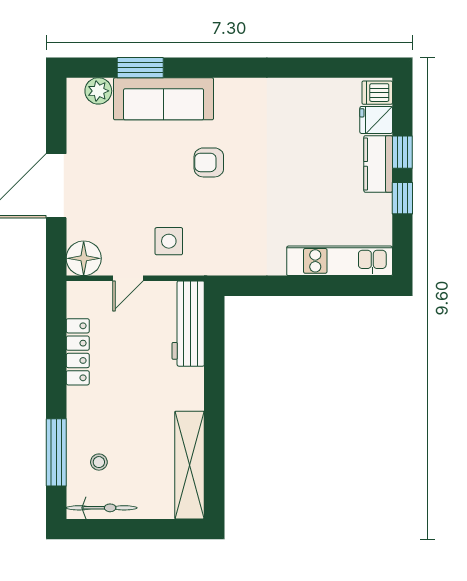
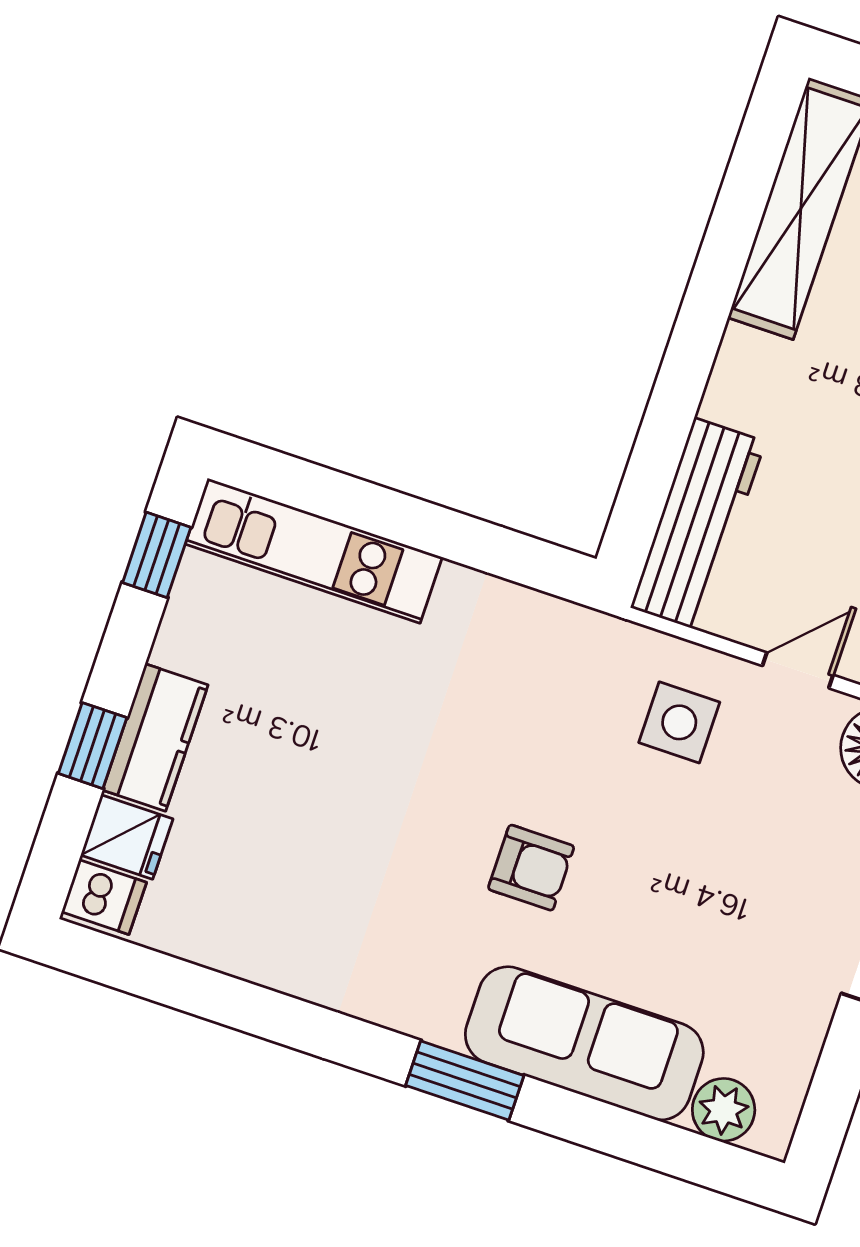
window: (140, 68) -> (465, 1081), moved
window: (402, 198) -> (157, 555), moved

